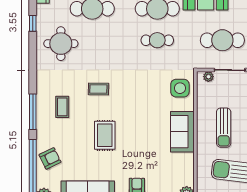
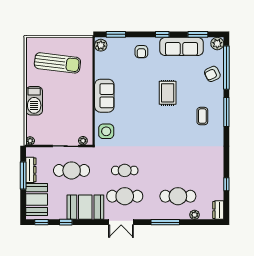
round table: (61, 44) -> (203, 168), removed
coffee table: (98, 89) -> (173, 131), removed
sun lounger: (224, 128) -> (71, 99), removed

